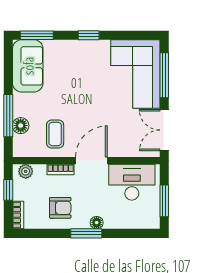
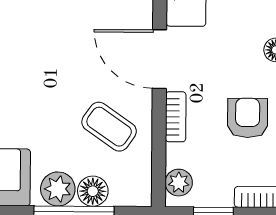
plant: (22, 107) -> (58, 189), added
coffee table: (55, 134) -> (109, 127), turned 35

